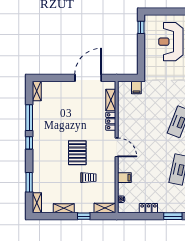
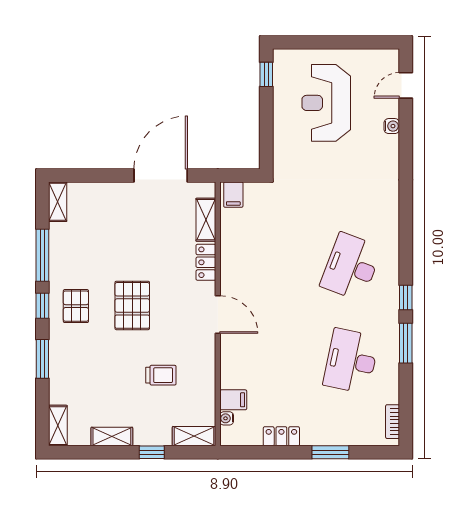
filing cabinet: (136, 87) -> (233, 195), moved
pallet: (46, 143) -> (76, 306), added
pallet: (77, 153) -> (132, 305), moved
filing cabinet: (124, 178) -> (233, 400), moved
window: (29, 182) -> (42, 359), moved

